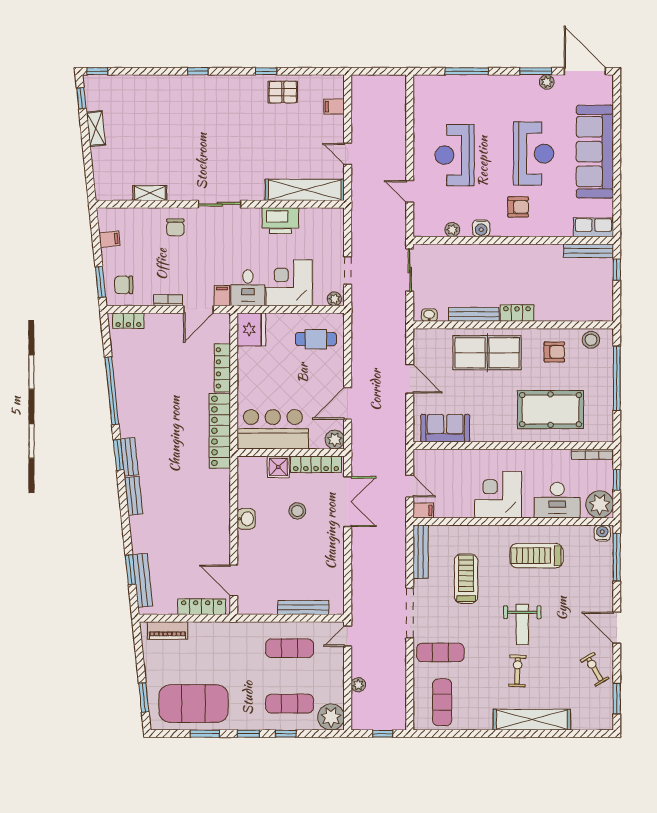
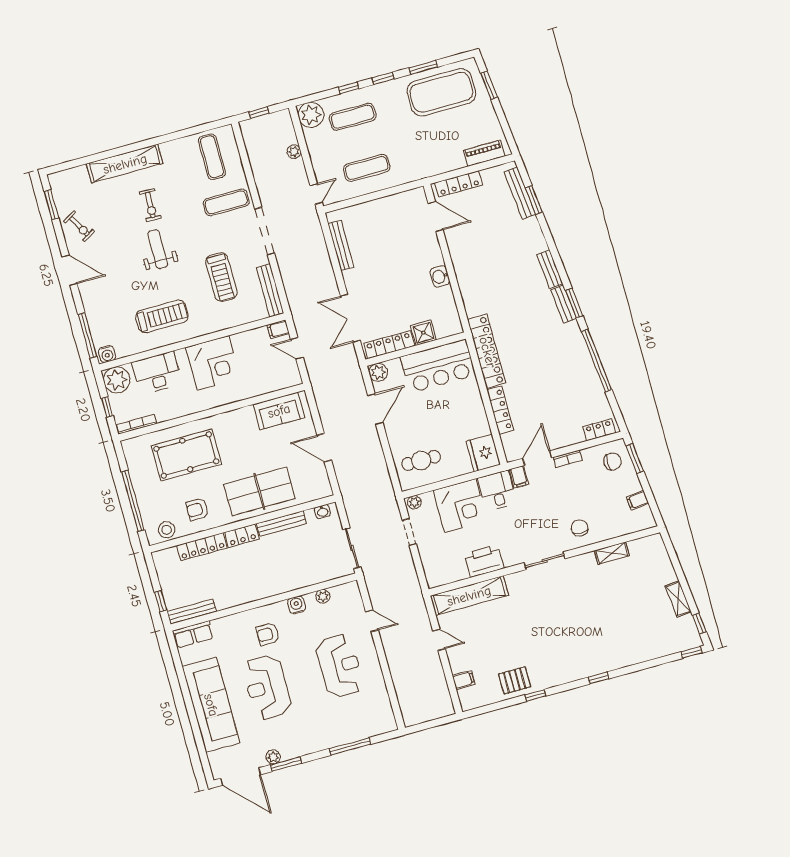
locker: (560, 313) -> (202, 547), added
stool: (297, 511) -> (394, 297), removed
bench: (303, 608) -> (341, 245), moved, turned 90

